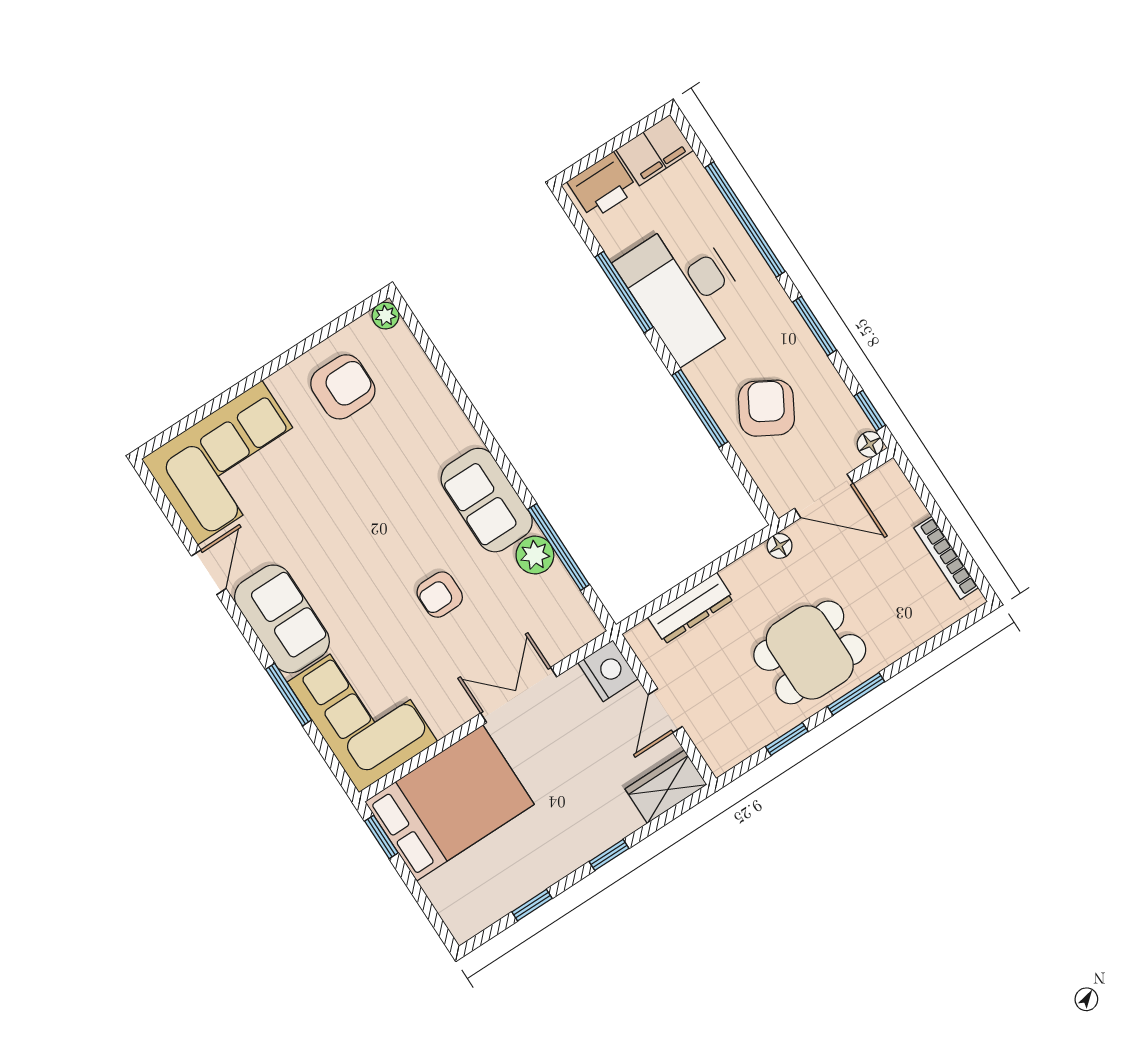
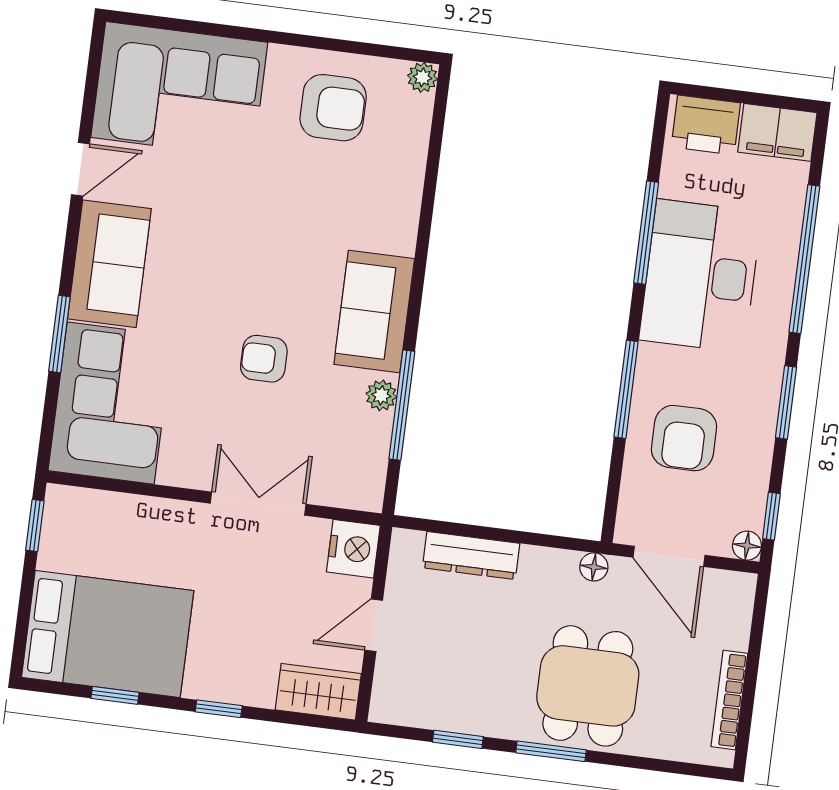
armchair: (766, 408) -> (684, 438), turned 150
plant: (535, 555) -> (381, 395), width x0.73, depth x0.73
dining table: (810, 652) -> (588, 686), moved, turned 90
bed: (450, 803) -> (108, 634), moved

